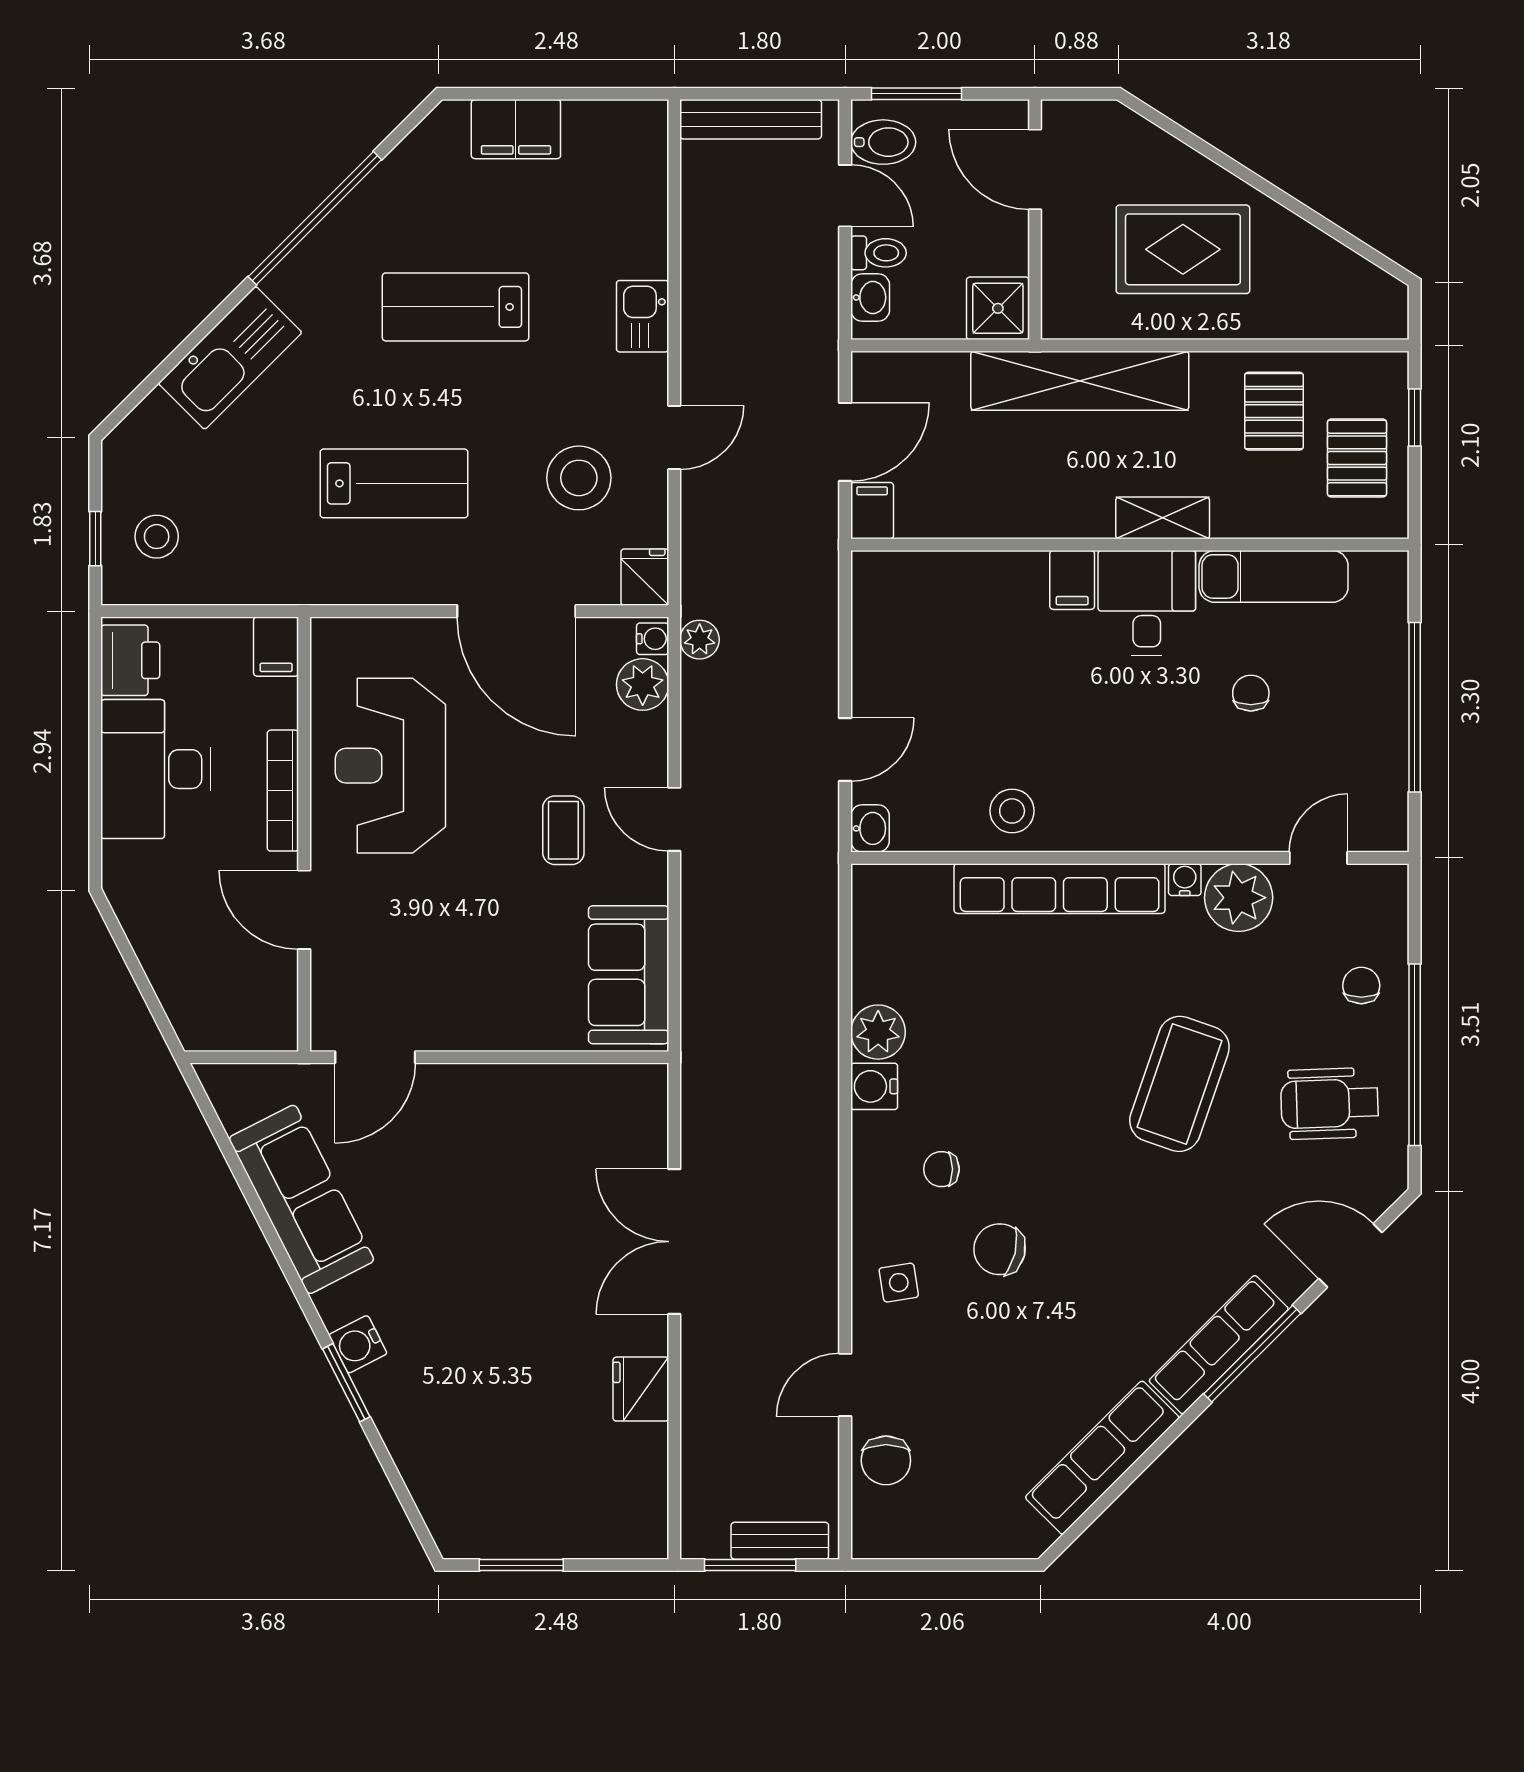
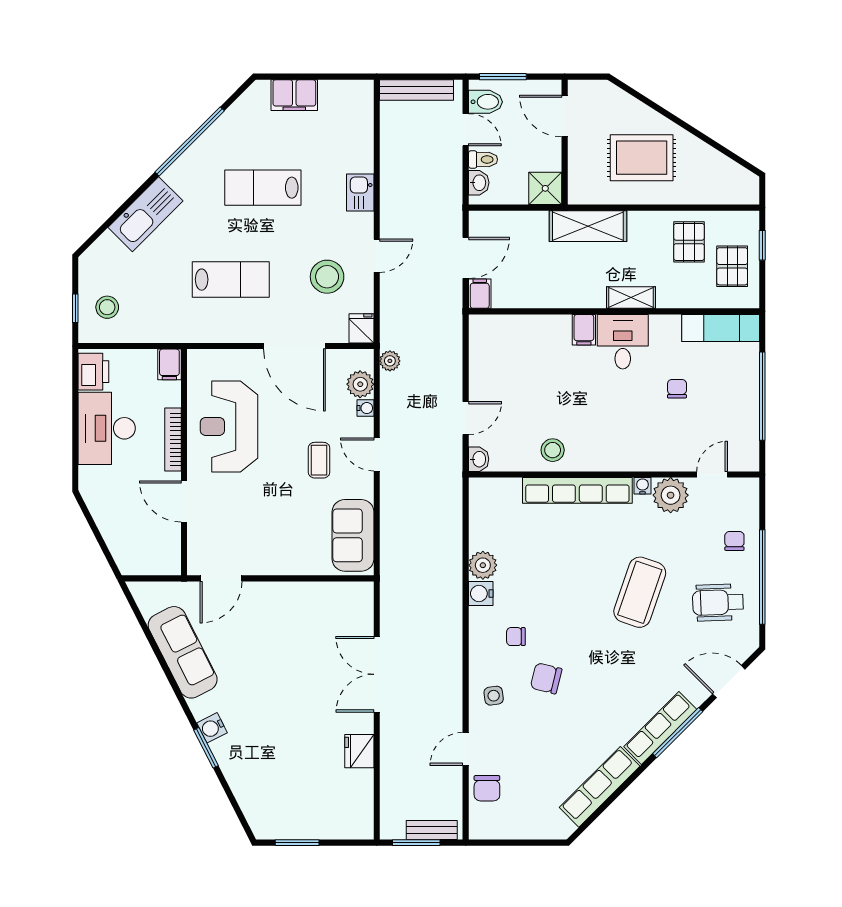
shelving: (1080, 381) -> (588, 226), width x0.68
exam couch: (1274, 576) -> (721, 328), moved
water cooler: (653, 639) -> (365, 408), moved

